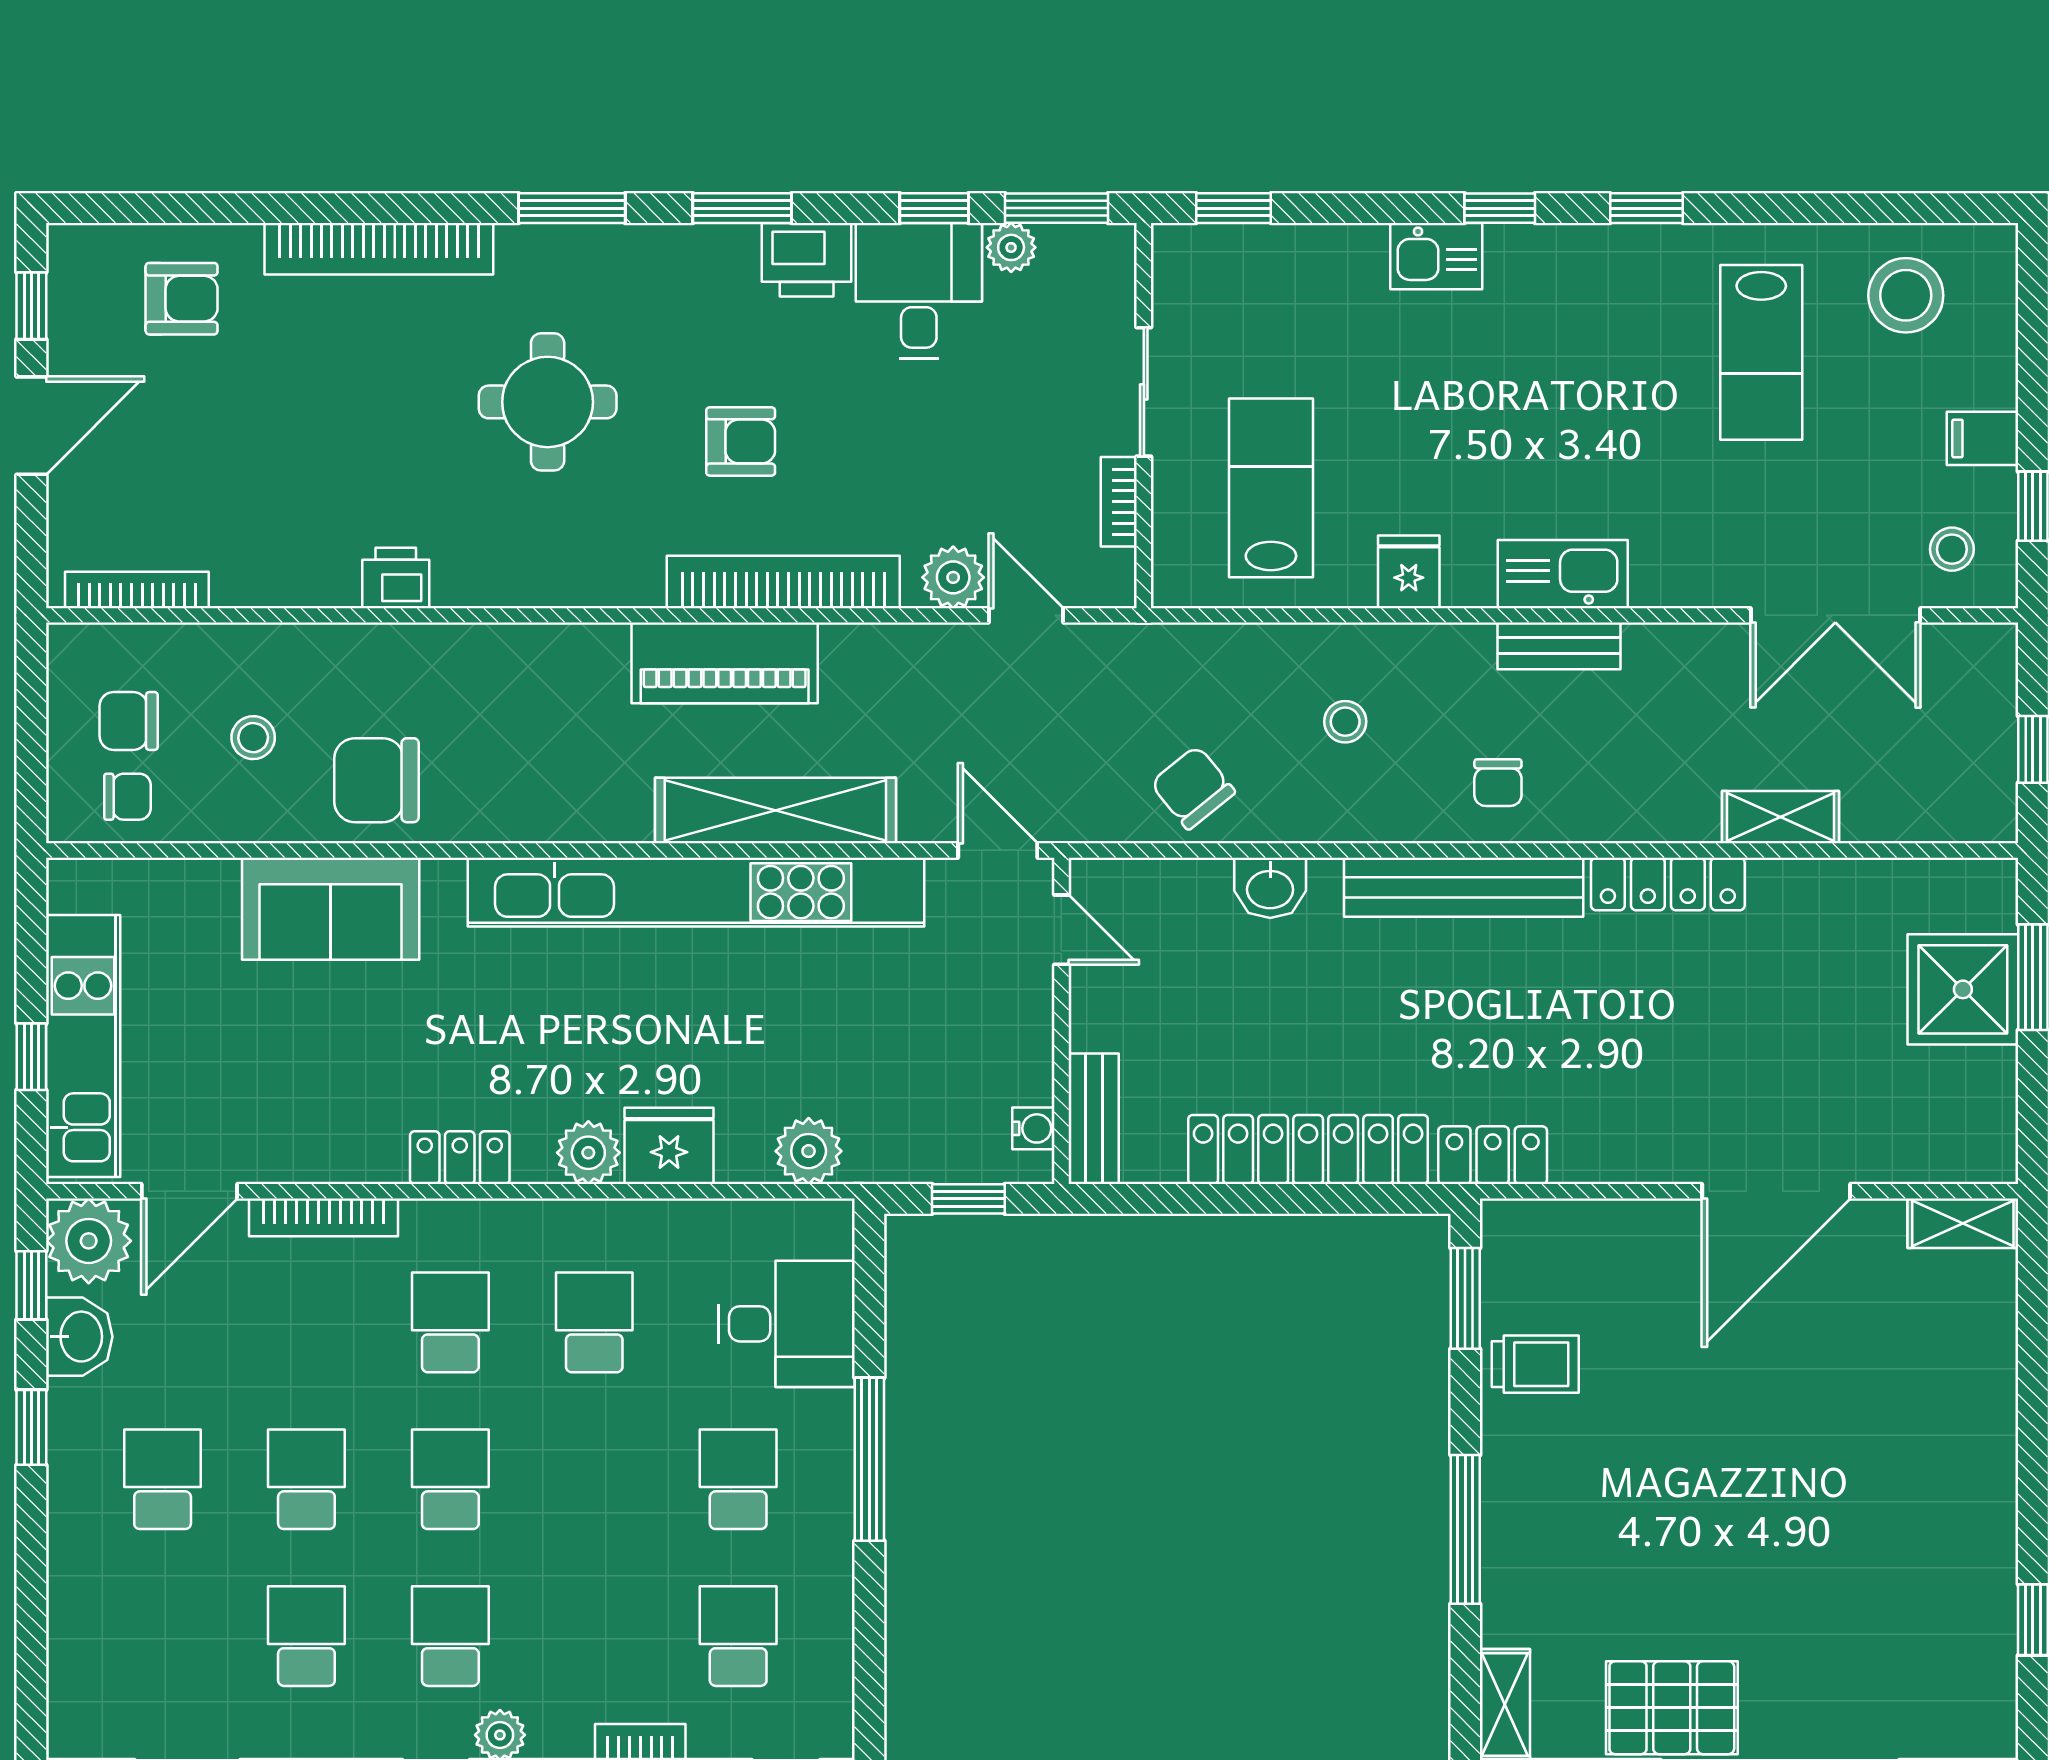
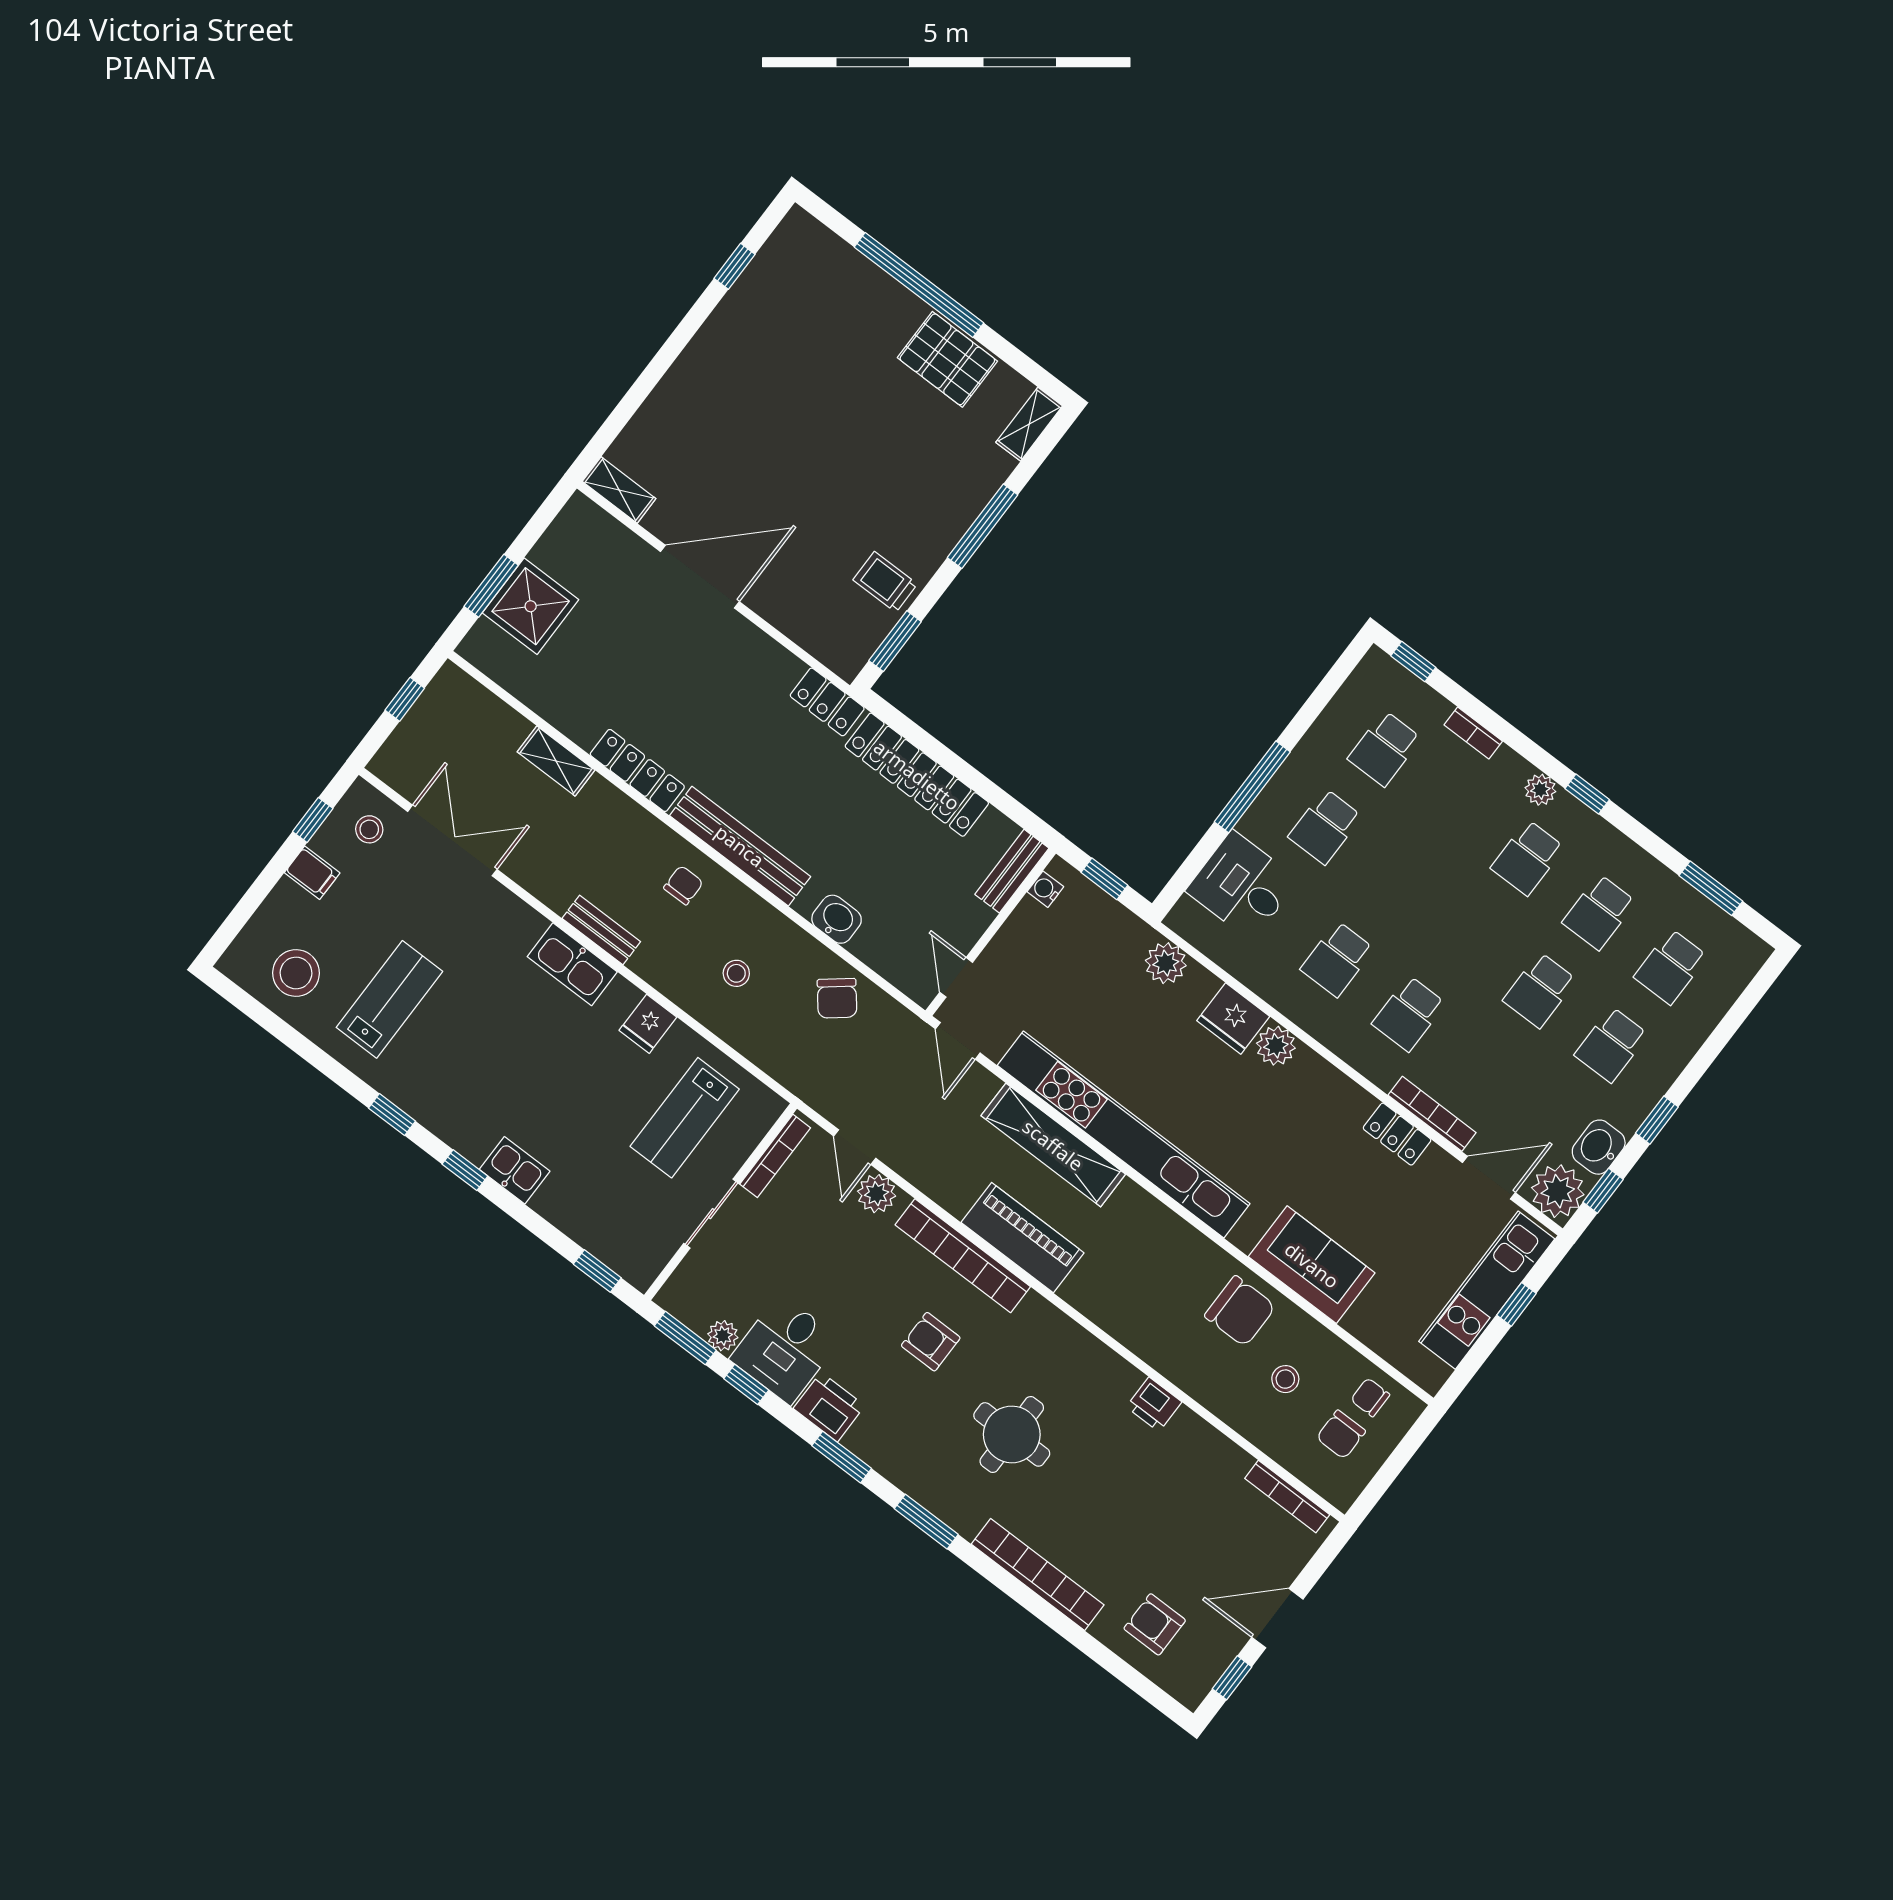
bookcase: (1119, 502) -> (775, 1156), width x1.56
chair: (129, 721) -> (1341, 1434), turned 90
locker: (460, 1158) -> (1397, 1134), moved
school desk: (450, 1479) -> (1671, 967), moved

